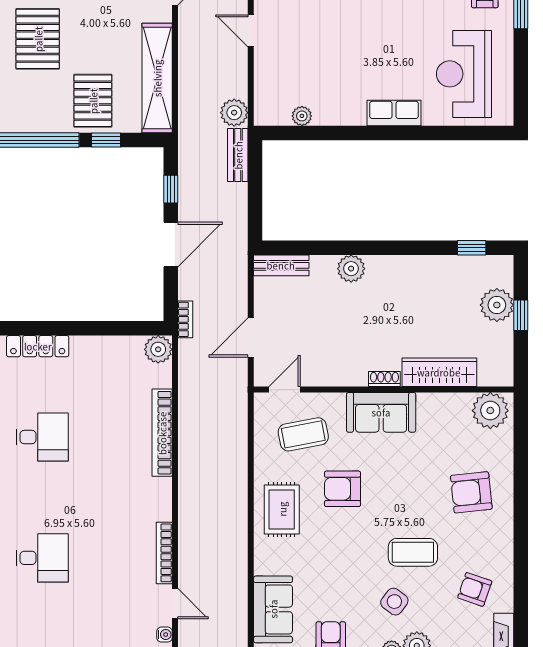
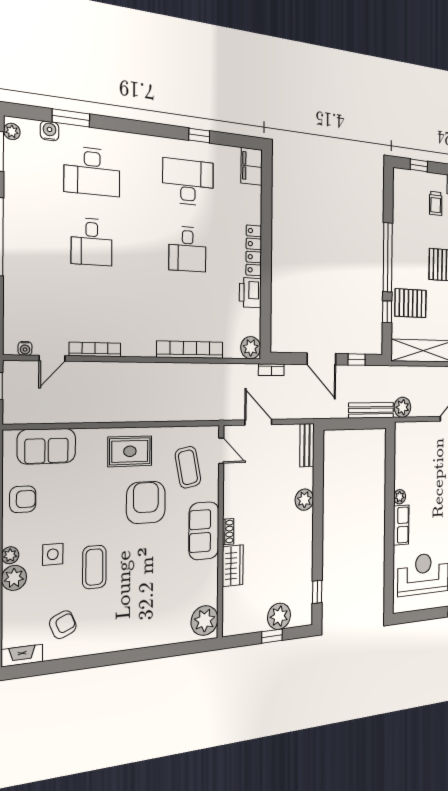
plant: (302, 116) -> (400, 497), moved
bench: (238, 155) -> (371, 410), width x1.36
printer: (90, 351) -> (250, 293), added
wardrobe: (439, 372) -> (233, 566), width x0.67
armchair: (342, 489) -> (146, 502), width x1.36, depth x1.36
armchair: (471, 492) -> (142, 612), removed
armchair: (475, 589) -> (63, 625), turned 48
side table: (394, 602) -> (53, 554), turned -37

